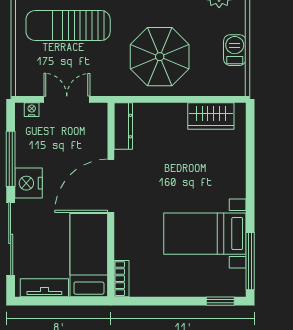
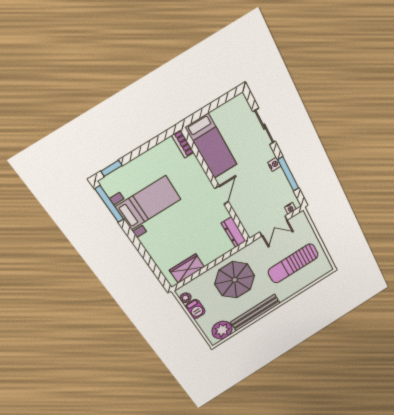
sun lounger: (68, 25) -> (293, 263), turned 180
plant: (237, 76) -> (185, 298), added
nightstand: (29, 183) -> (274, 164), width x0.53, depth x0.56
door: (111, 186) -> (222, 195), width x0.53
sliding door: (11, 239) -> (264, 127), width x0.73
tv unit: (44, 288) -> (227, 109), removed

